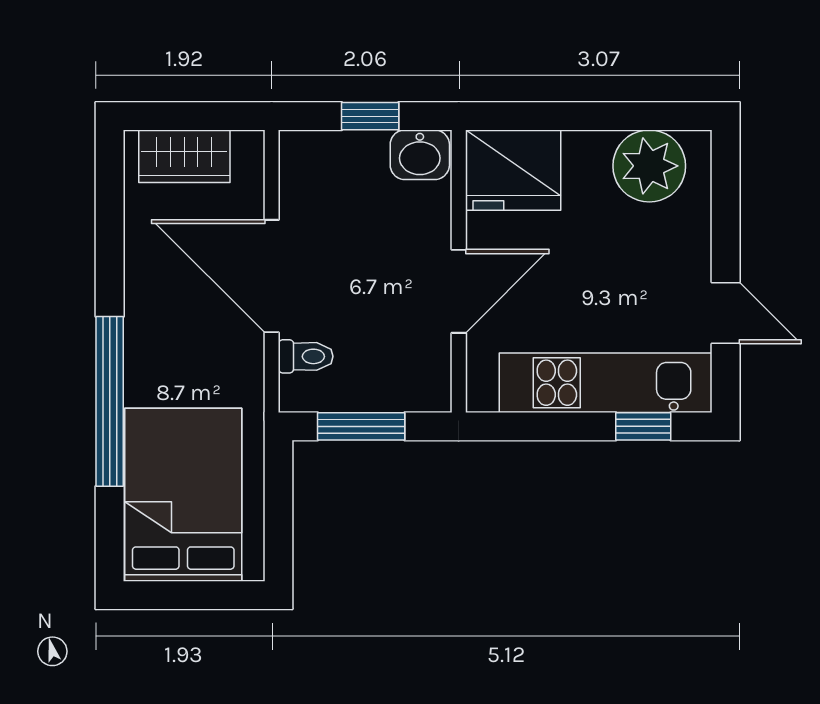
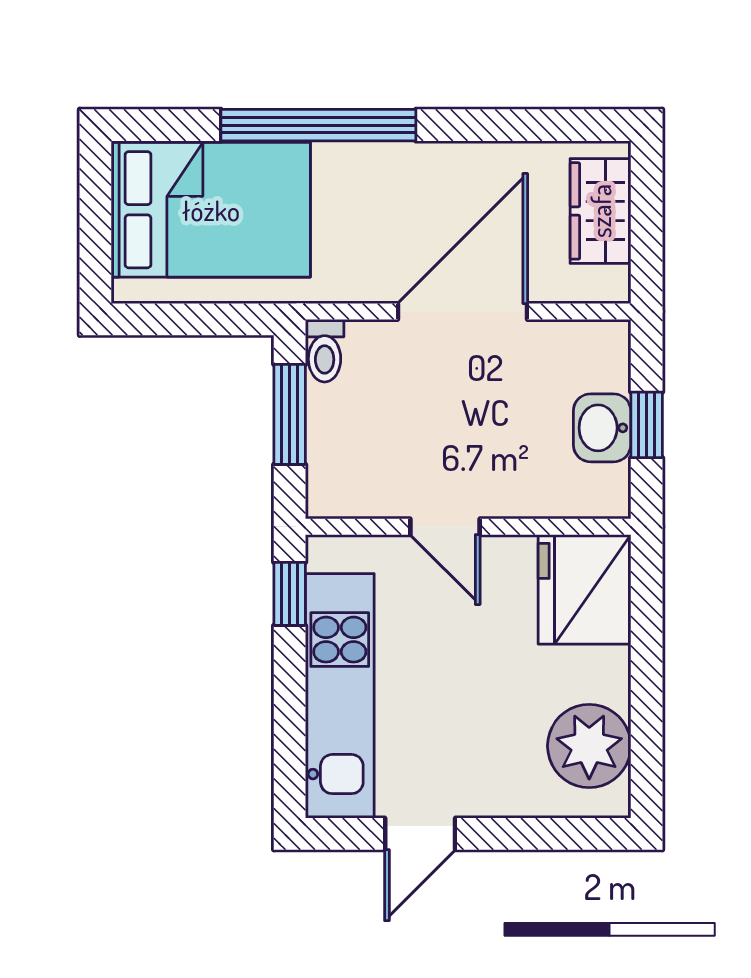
washbasin: (420, 155) -> (602, 428), moved
door: (459, 291) -> (445, 527), width x0.73
toilet: (306, 356) -> (325, 351), moved
window: (643, 426) -> (290, 594), moved

